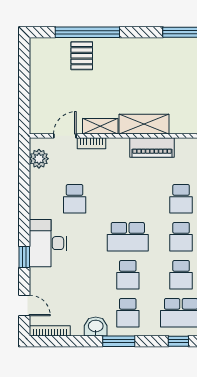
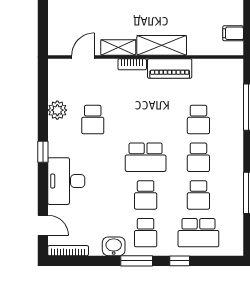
bookcase: (92, 143) -> (132, 64), moved
plant: (39, 159) -> (57, 110), moved
desk: (48, 243) -> (66, 181), moved
window: (24, 257) -> (43, 152), moved
window: (178, 341) -> (180, 261), moved

